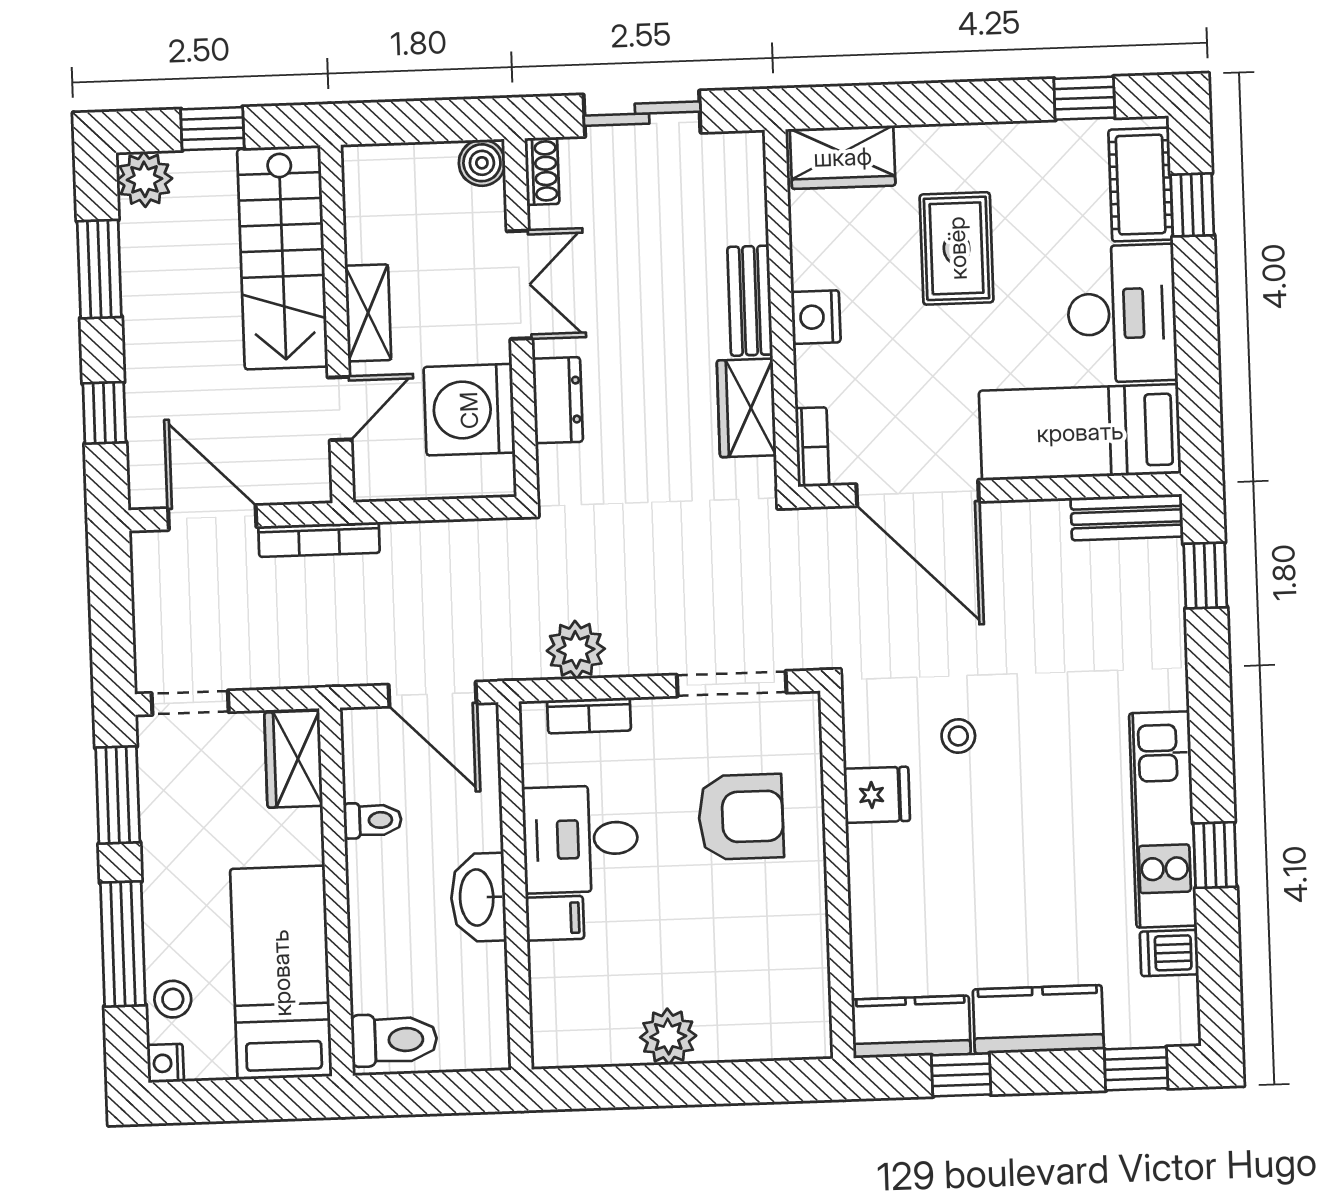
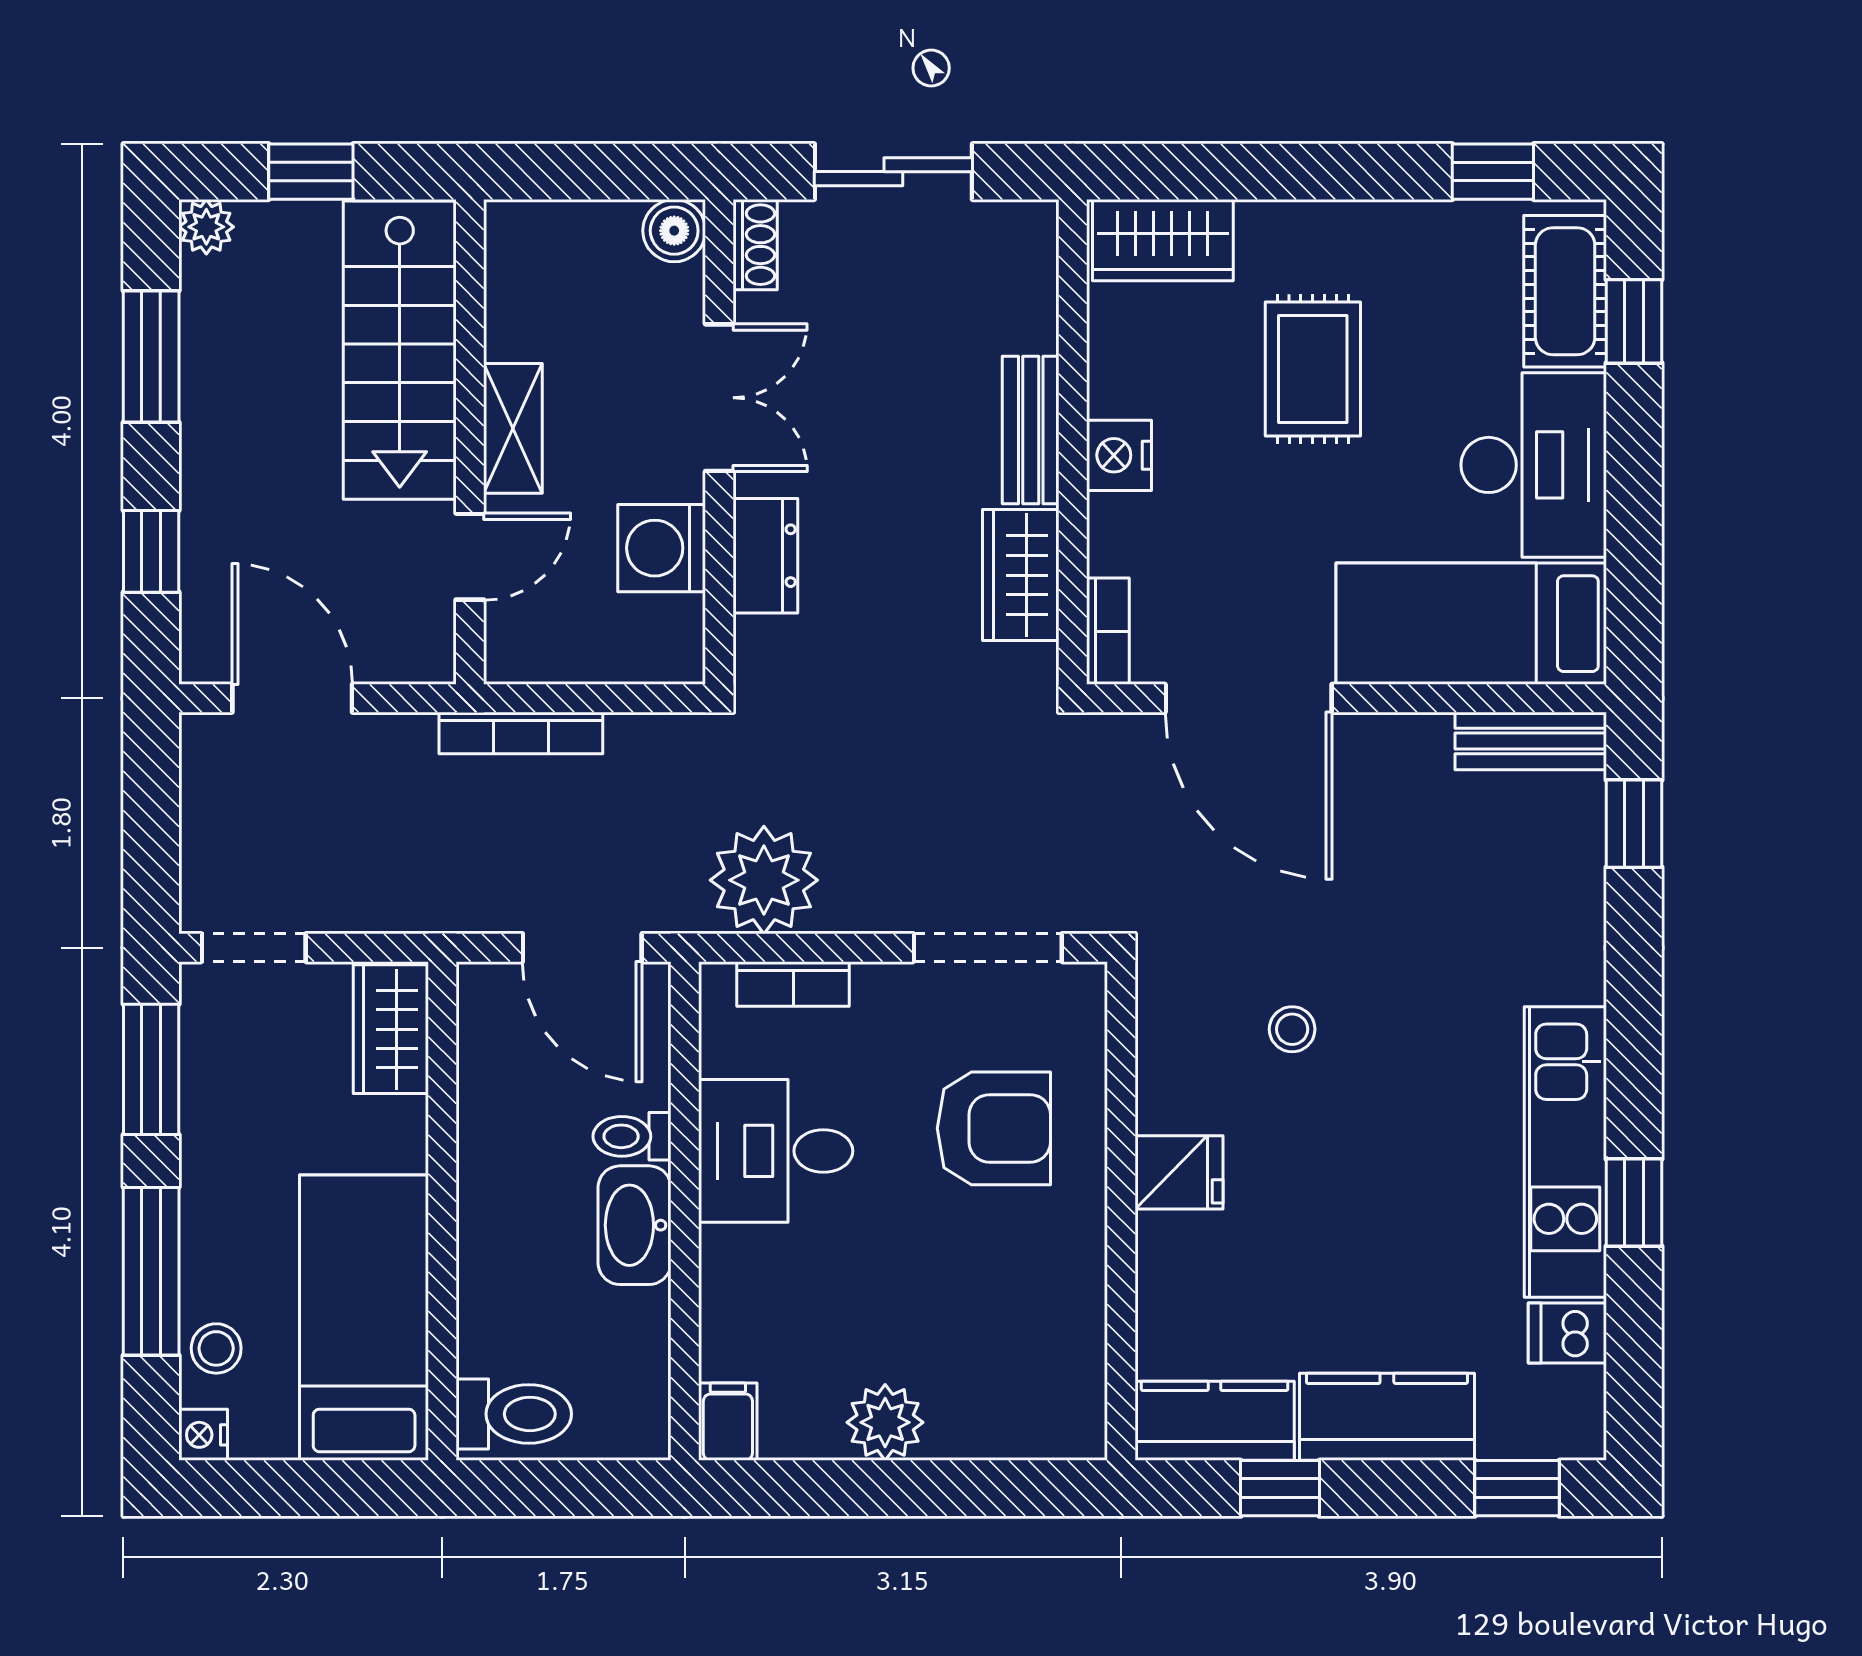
plant: (144, 179) -> (206, 227), width x0.73, depth x0.73
washing machine: (469, 410) -> (662, 548), width x0.73, depth x0.73
bookcase: (319, 540) -> (521, 733), moved
plant: (576, 650) -> (764, 880), width x1.36, depth x1.36
fridge: (877, 795) -> (1179, 1172), moved
toilet: (372, 820) -> (632, 1136), moved, turned 180
filing cabinet: (555, 918) -> (728, 1422), moved, turned -90

